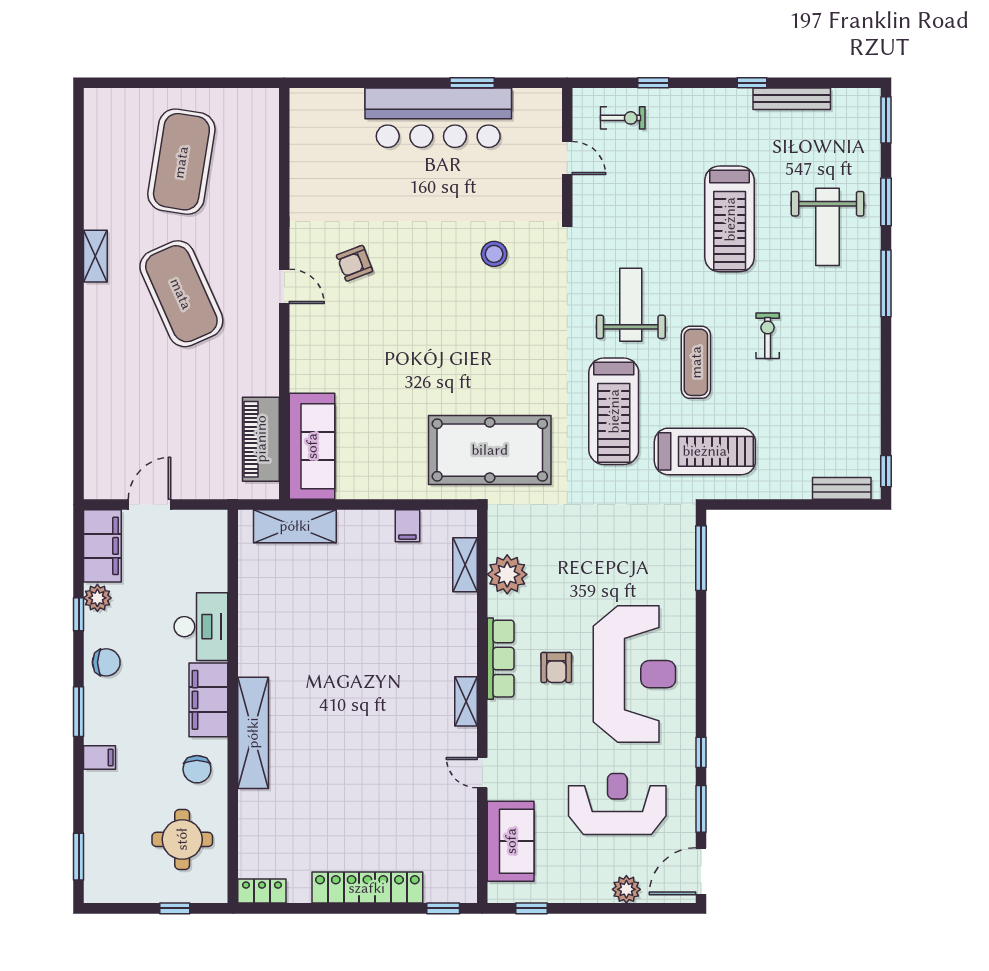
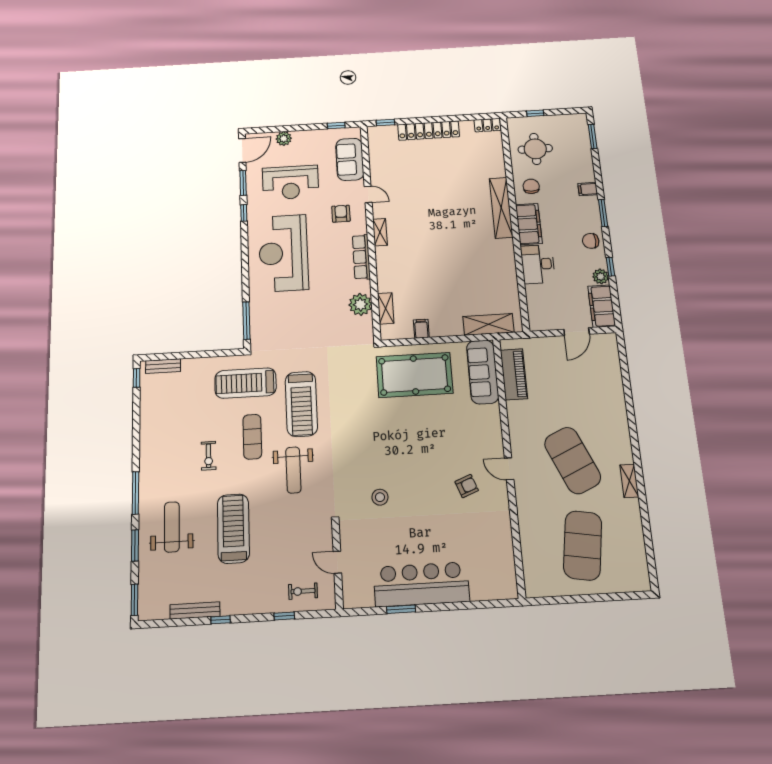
treadmill: (614, 411) -> (301, 404), turned 180
pool table: (490, 450) -> (414, 375), moved
armchair: (556, 667) -> (341, 214), moved

